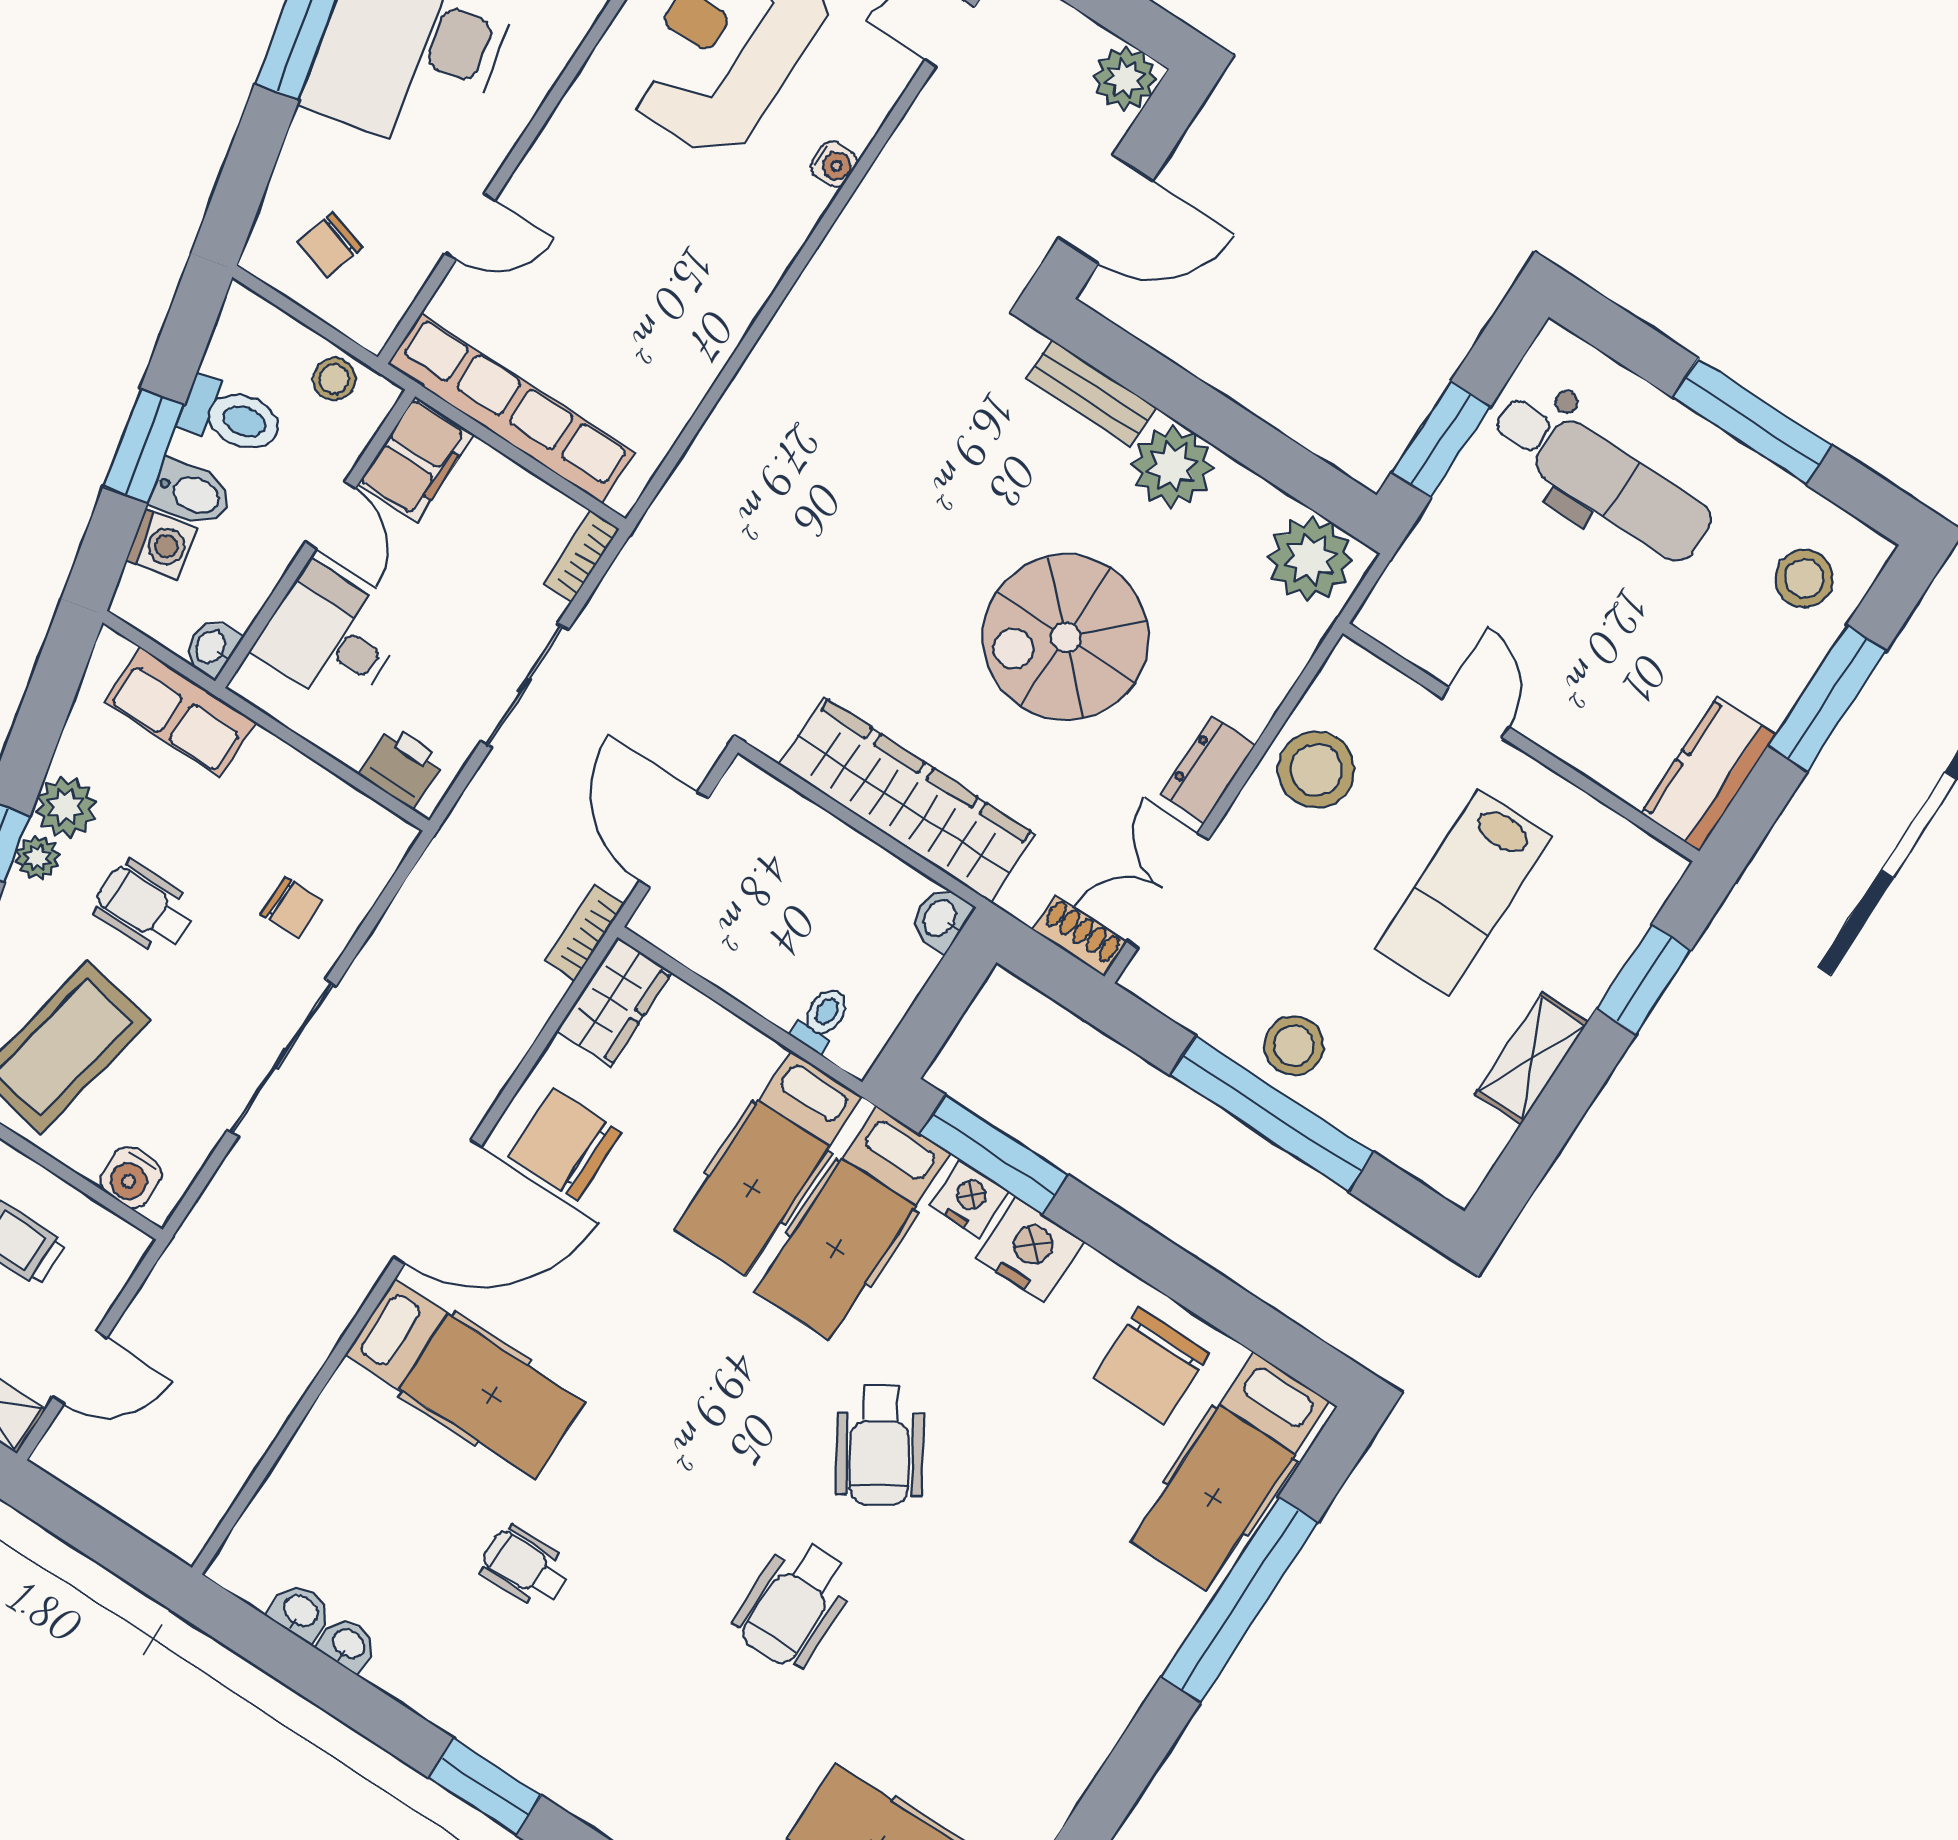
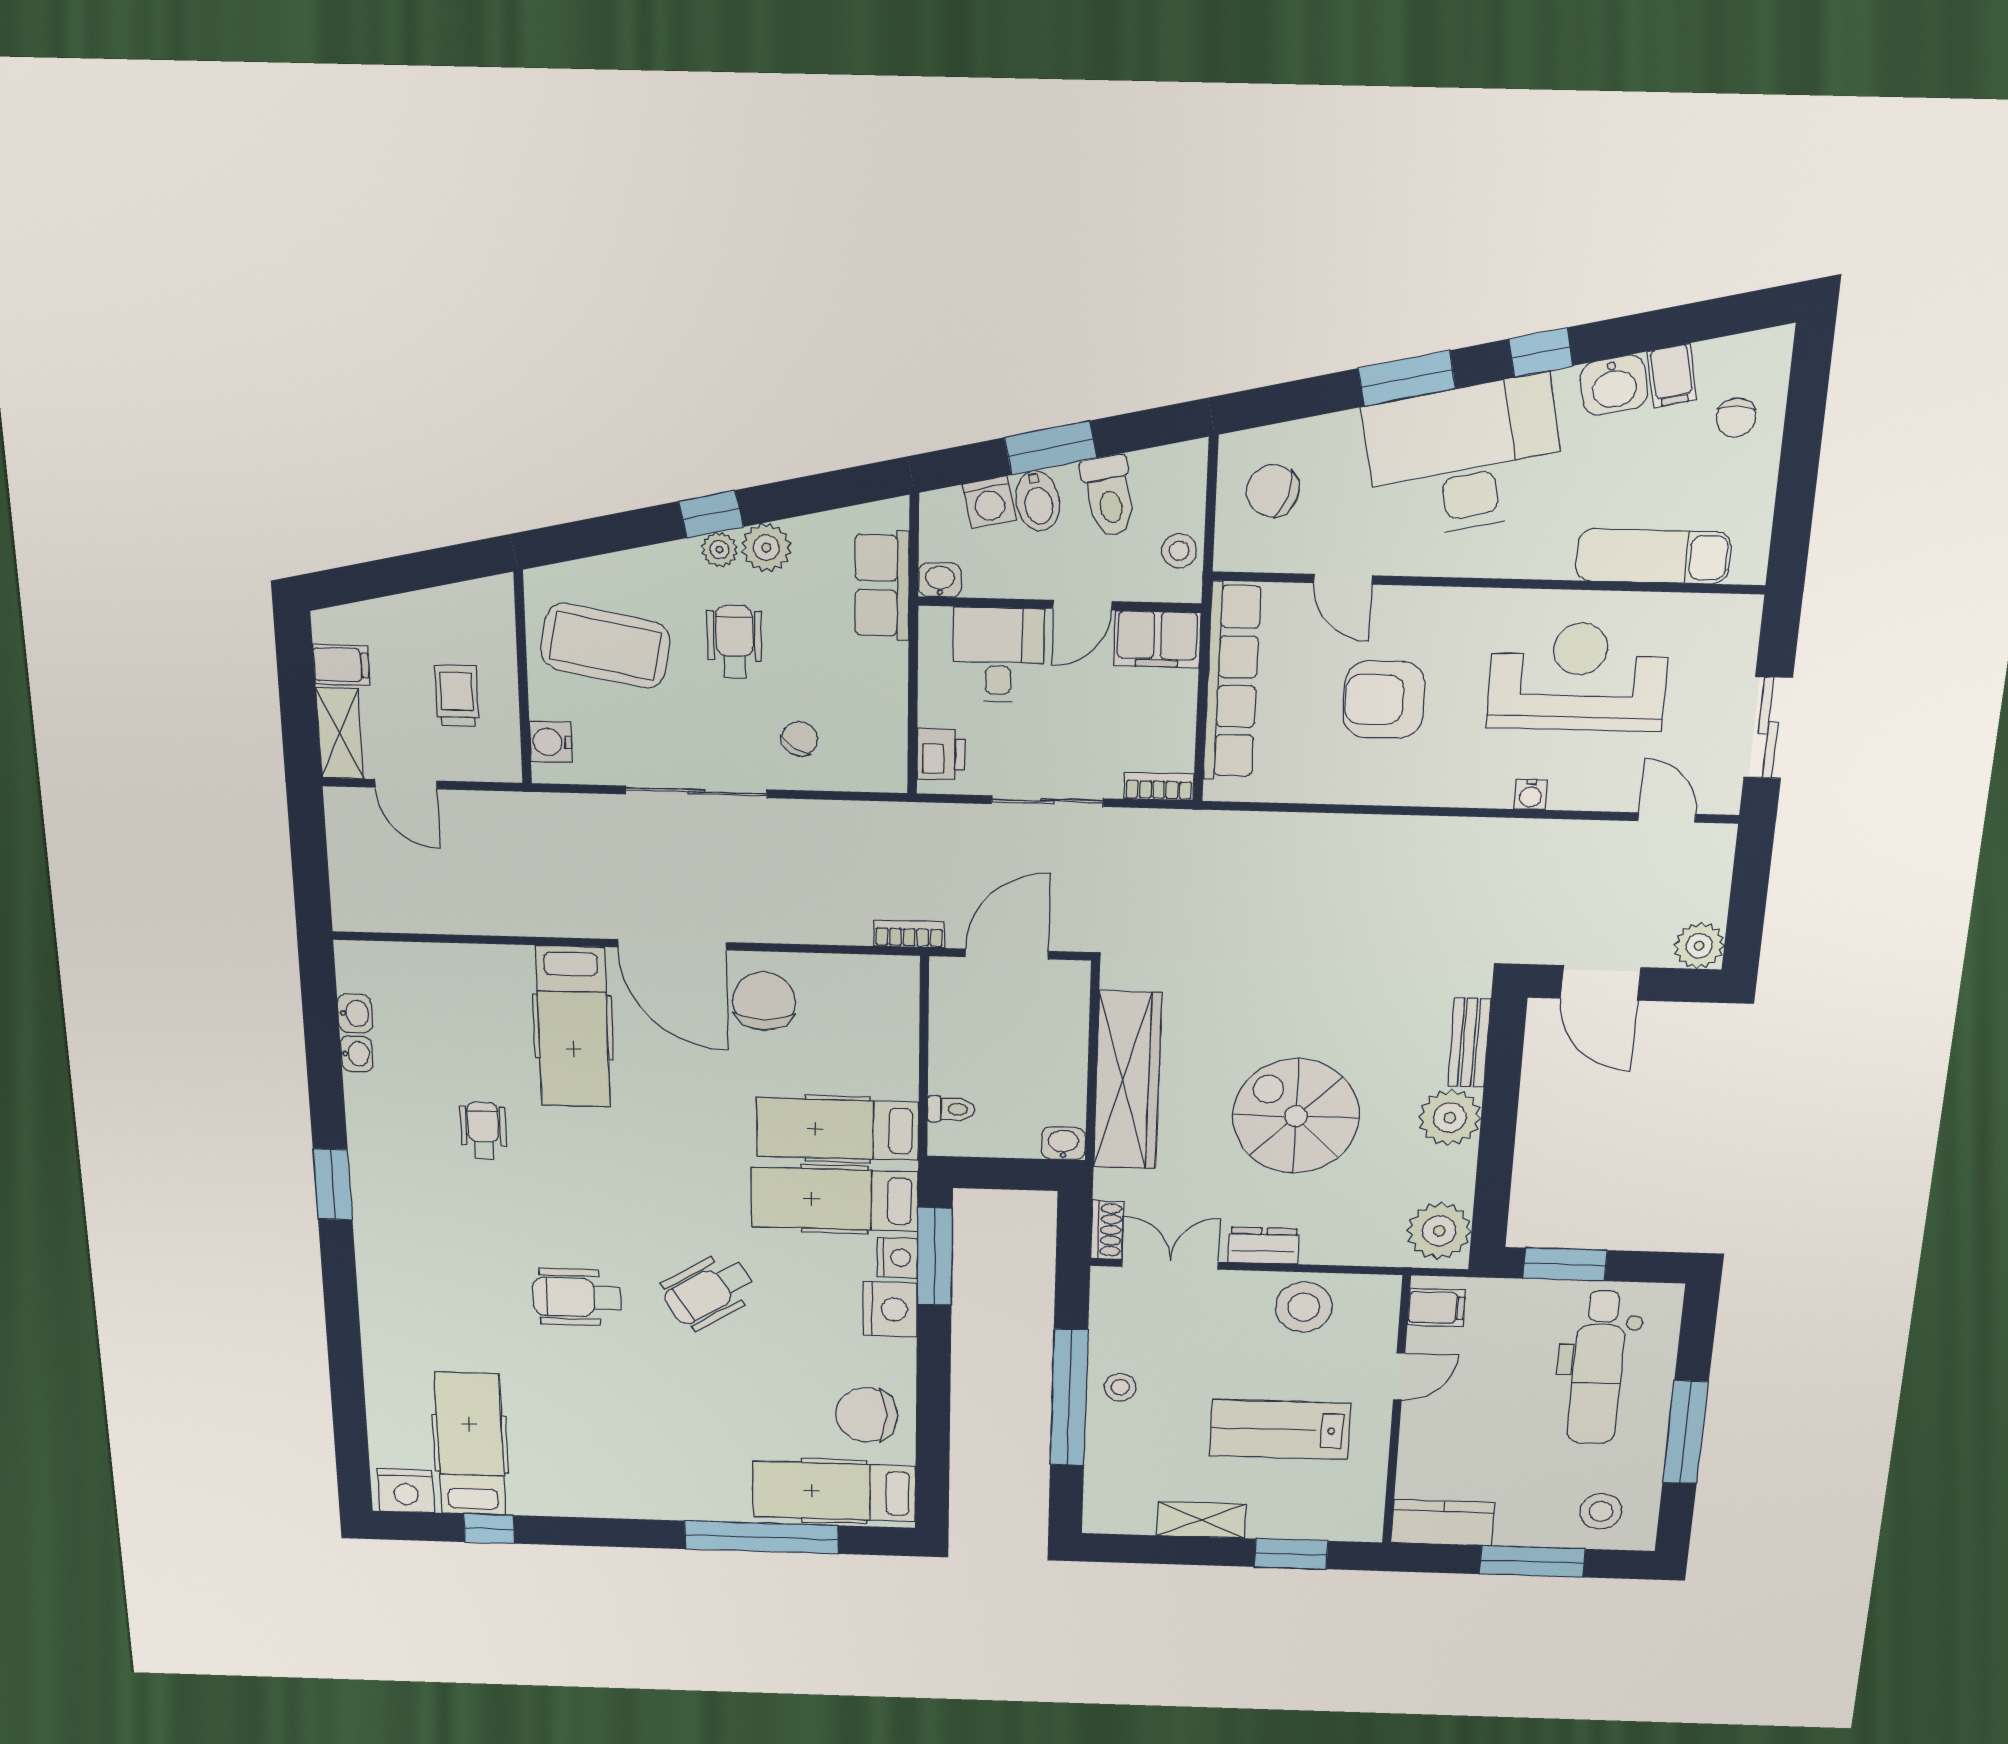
chair: (330, 245) -> (1272, 491), width x1.37, depth x1.37
armchair: (630, 260) -> (1384, 700), added
filing cabinet: (1409, 618) -> (1436, 1308), added
chair: (292, 908) -> (800, 739), turned -147
wardrobe: (614, 1002) -> (876, 978), removed
stool: (1294, 1045) -> (1120, 1387), width x0.73, depth x0.73

